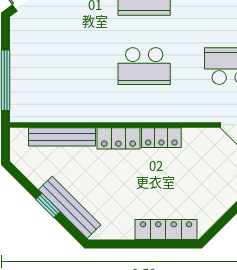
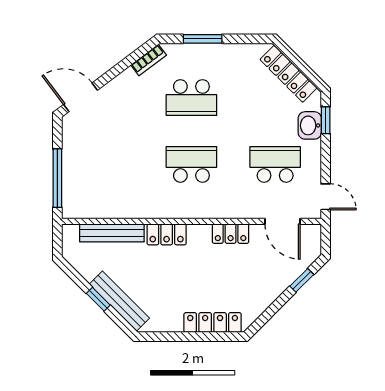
school desk: (144, 66) -> (191, 164), turned 180
locker: (161, 138) -> (231, 234), moved

